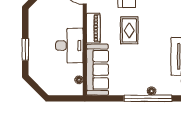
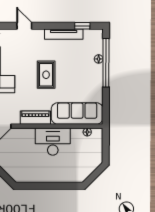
rug: (129, 30) -> (46, 75), moved, turned 90
window: (25, 49) -> (57, 186), removed

